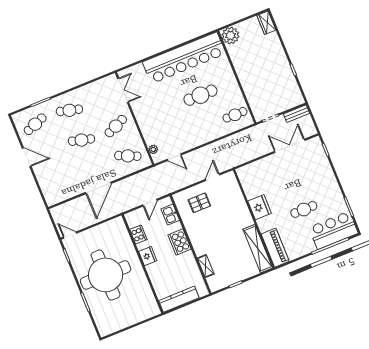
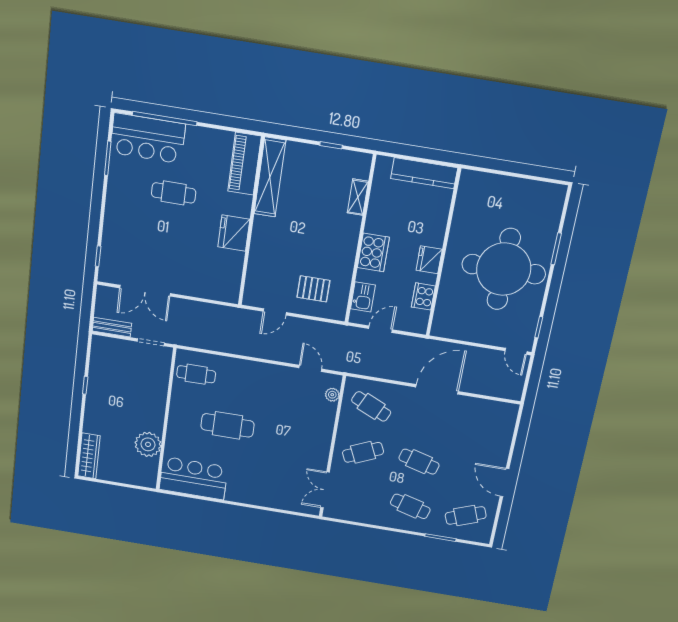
wardrobe: (266, 23) -> (89, 456), width x1.50
plant: (230, 35) -> (148, 444), moved
bar counter: (184, 58) -> (193, 478), width x0.54

